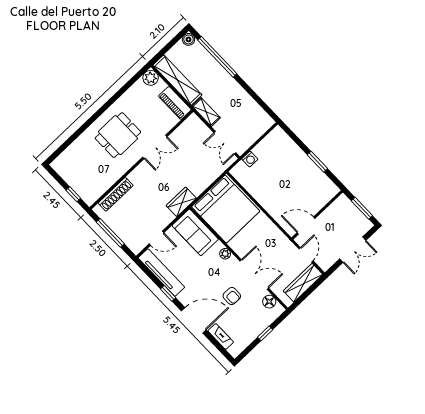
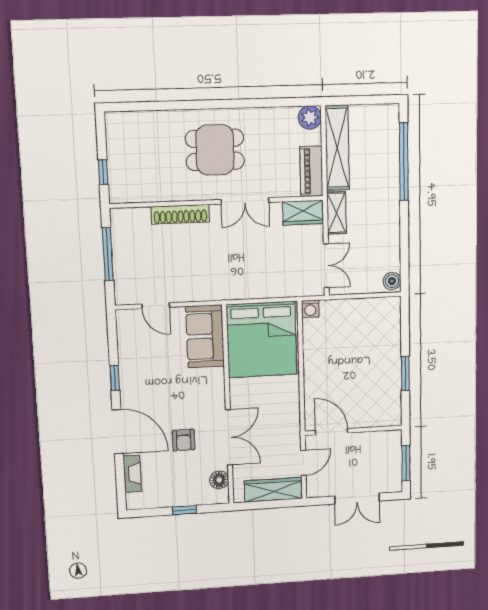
boiler: (188, 39) -> (392, 281), moved
double door: (225, 143) -> (326, 266), swing flipped
washing machine: (250, 159) -> (310, 309), moved
shoe rack: (116, 194) -> (180, 214), moved
wardrobe: (181, 202) -> (303, 213), moved, turned 180
plant: (225, 254) -> (217, 388), removed
tv unit: (161, 273) -> (127, 349), removed

